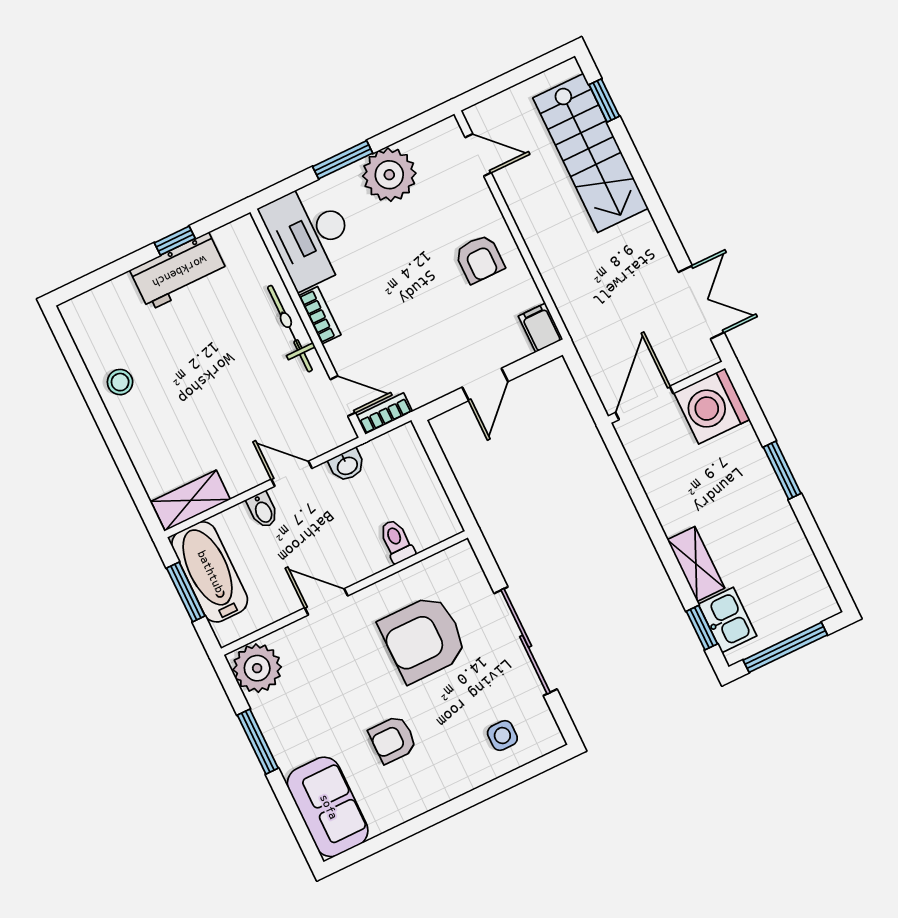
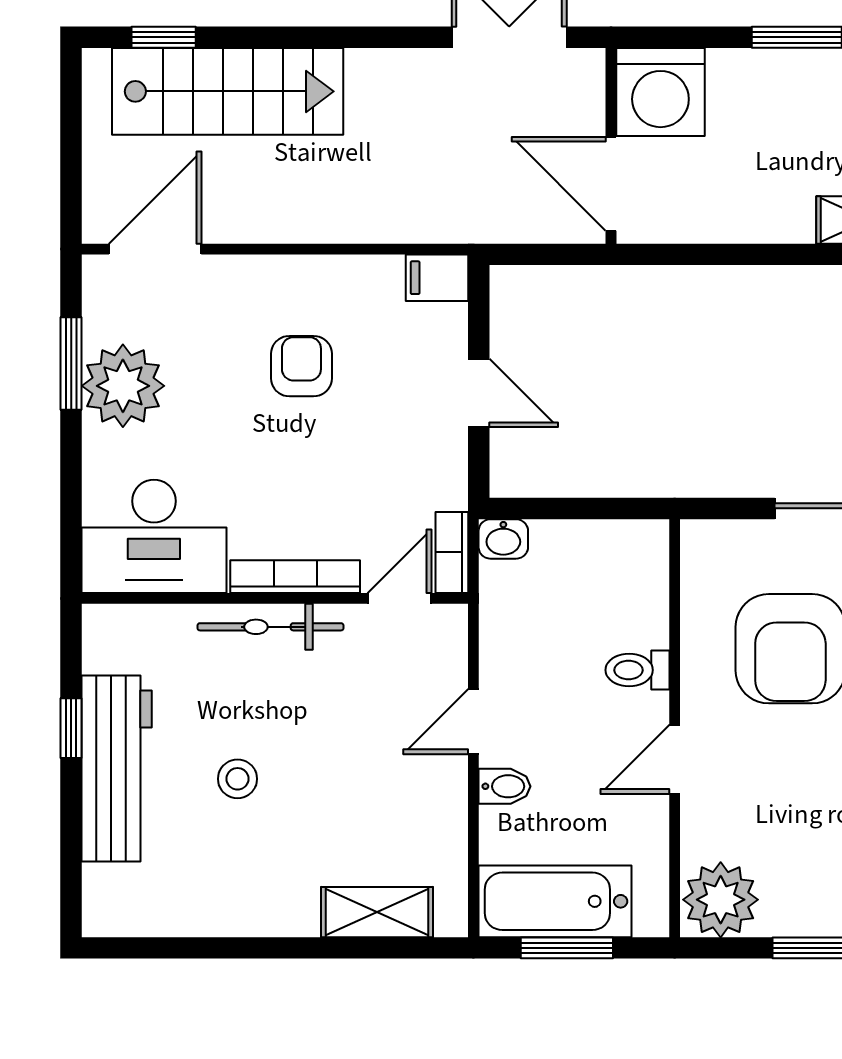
door: (478, 155) -> (155, 249), width x1.38
window: (343, 160) -> (71, 364), moved
armchair: (480, 259) -> (301, 366), moved, turned -90
workbench: (179, 271) -> (117, 769), width x1.38
bookcase: (320, 315) -> (295, 577), width x1.56
stool: (120, 382) -> (237, 779), moved
washbasin: (347, 465) -> (503, 539), moved, turned 90
shelving: (191, 500) -> (377, 912), moved, turned 90
toilet: (397, 541) -> (637, 670), moved

